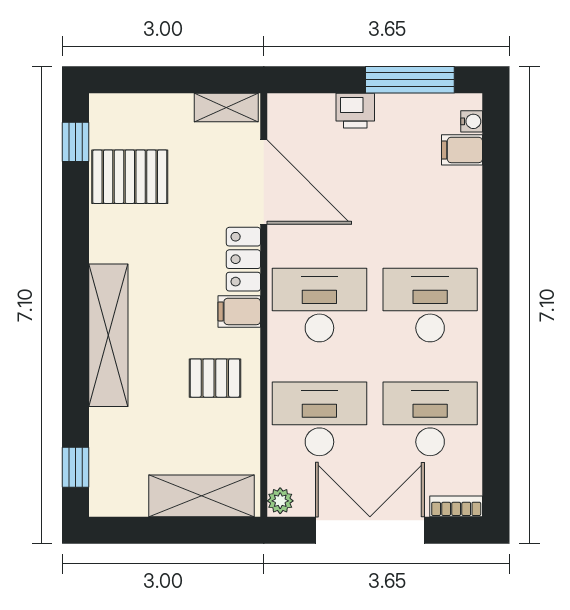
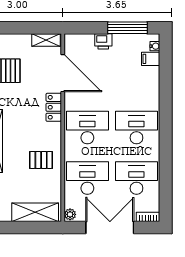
filing cabinet: (239, 311) -> (52, 130), removed

